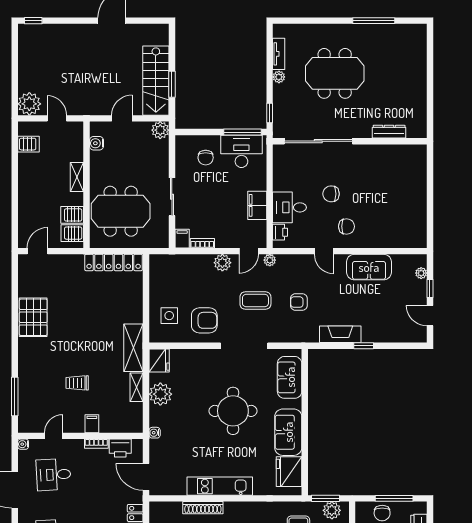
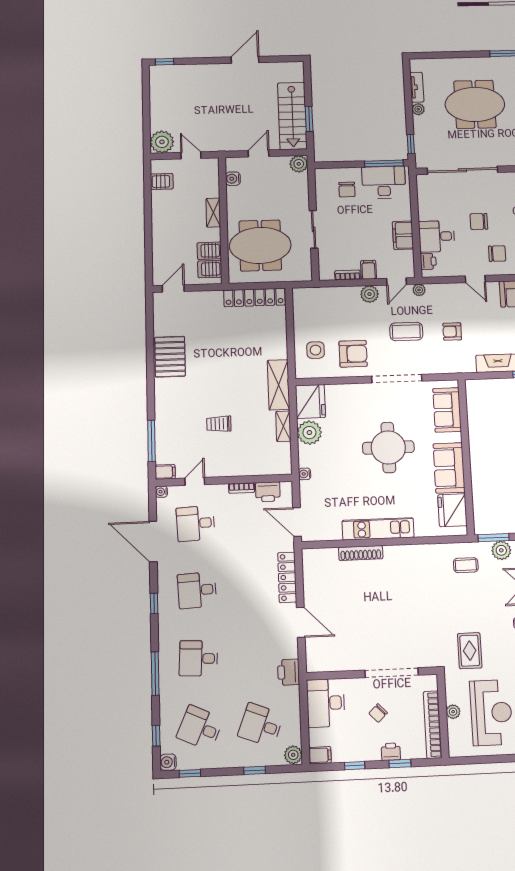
filing cabinet: (182, 239) -> (369, 270), moved
fridge: (159, 360) -> (310, 401), width x1.36, depth x1.34
filing cabinet: (92, 424) -> (165, 472), moved, turned 90

